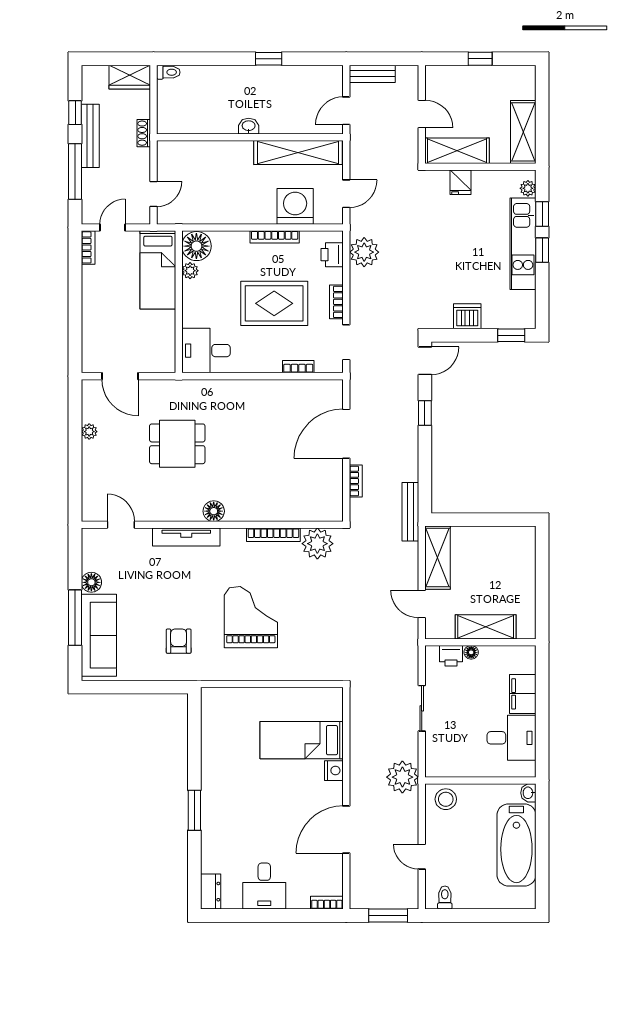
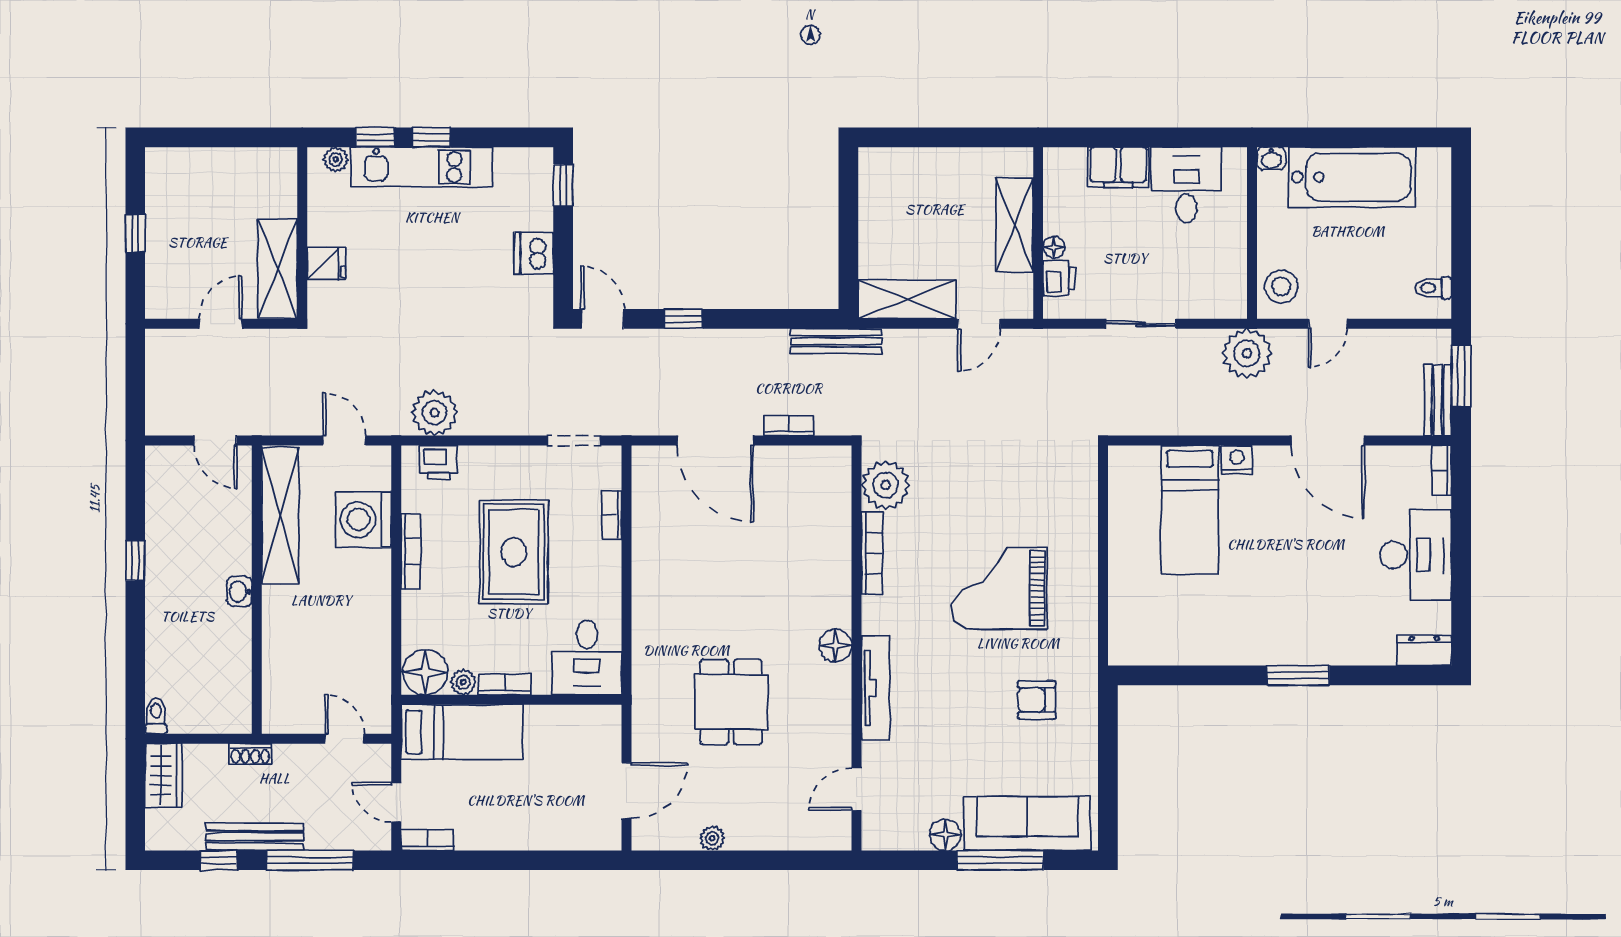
bench: (372, 74) -> (1438, 400), moved
shelving: (523, 132) -> (248, 167), removed
bookcase: (336, 302) -> (505, 684), moved, turned 180
door: (422, 857) -> (1328, 324), moved
desk: (264, 886) -> (1416, 555), width x1.37

